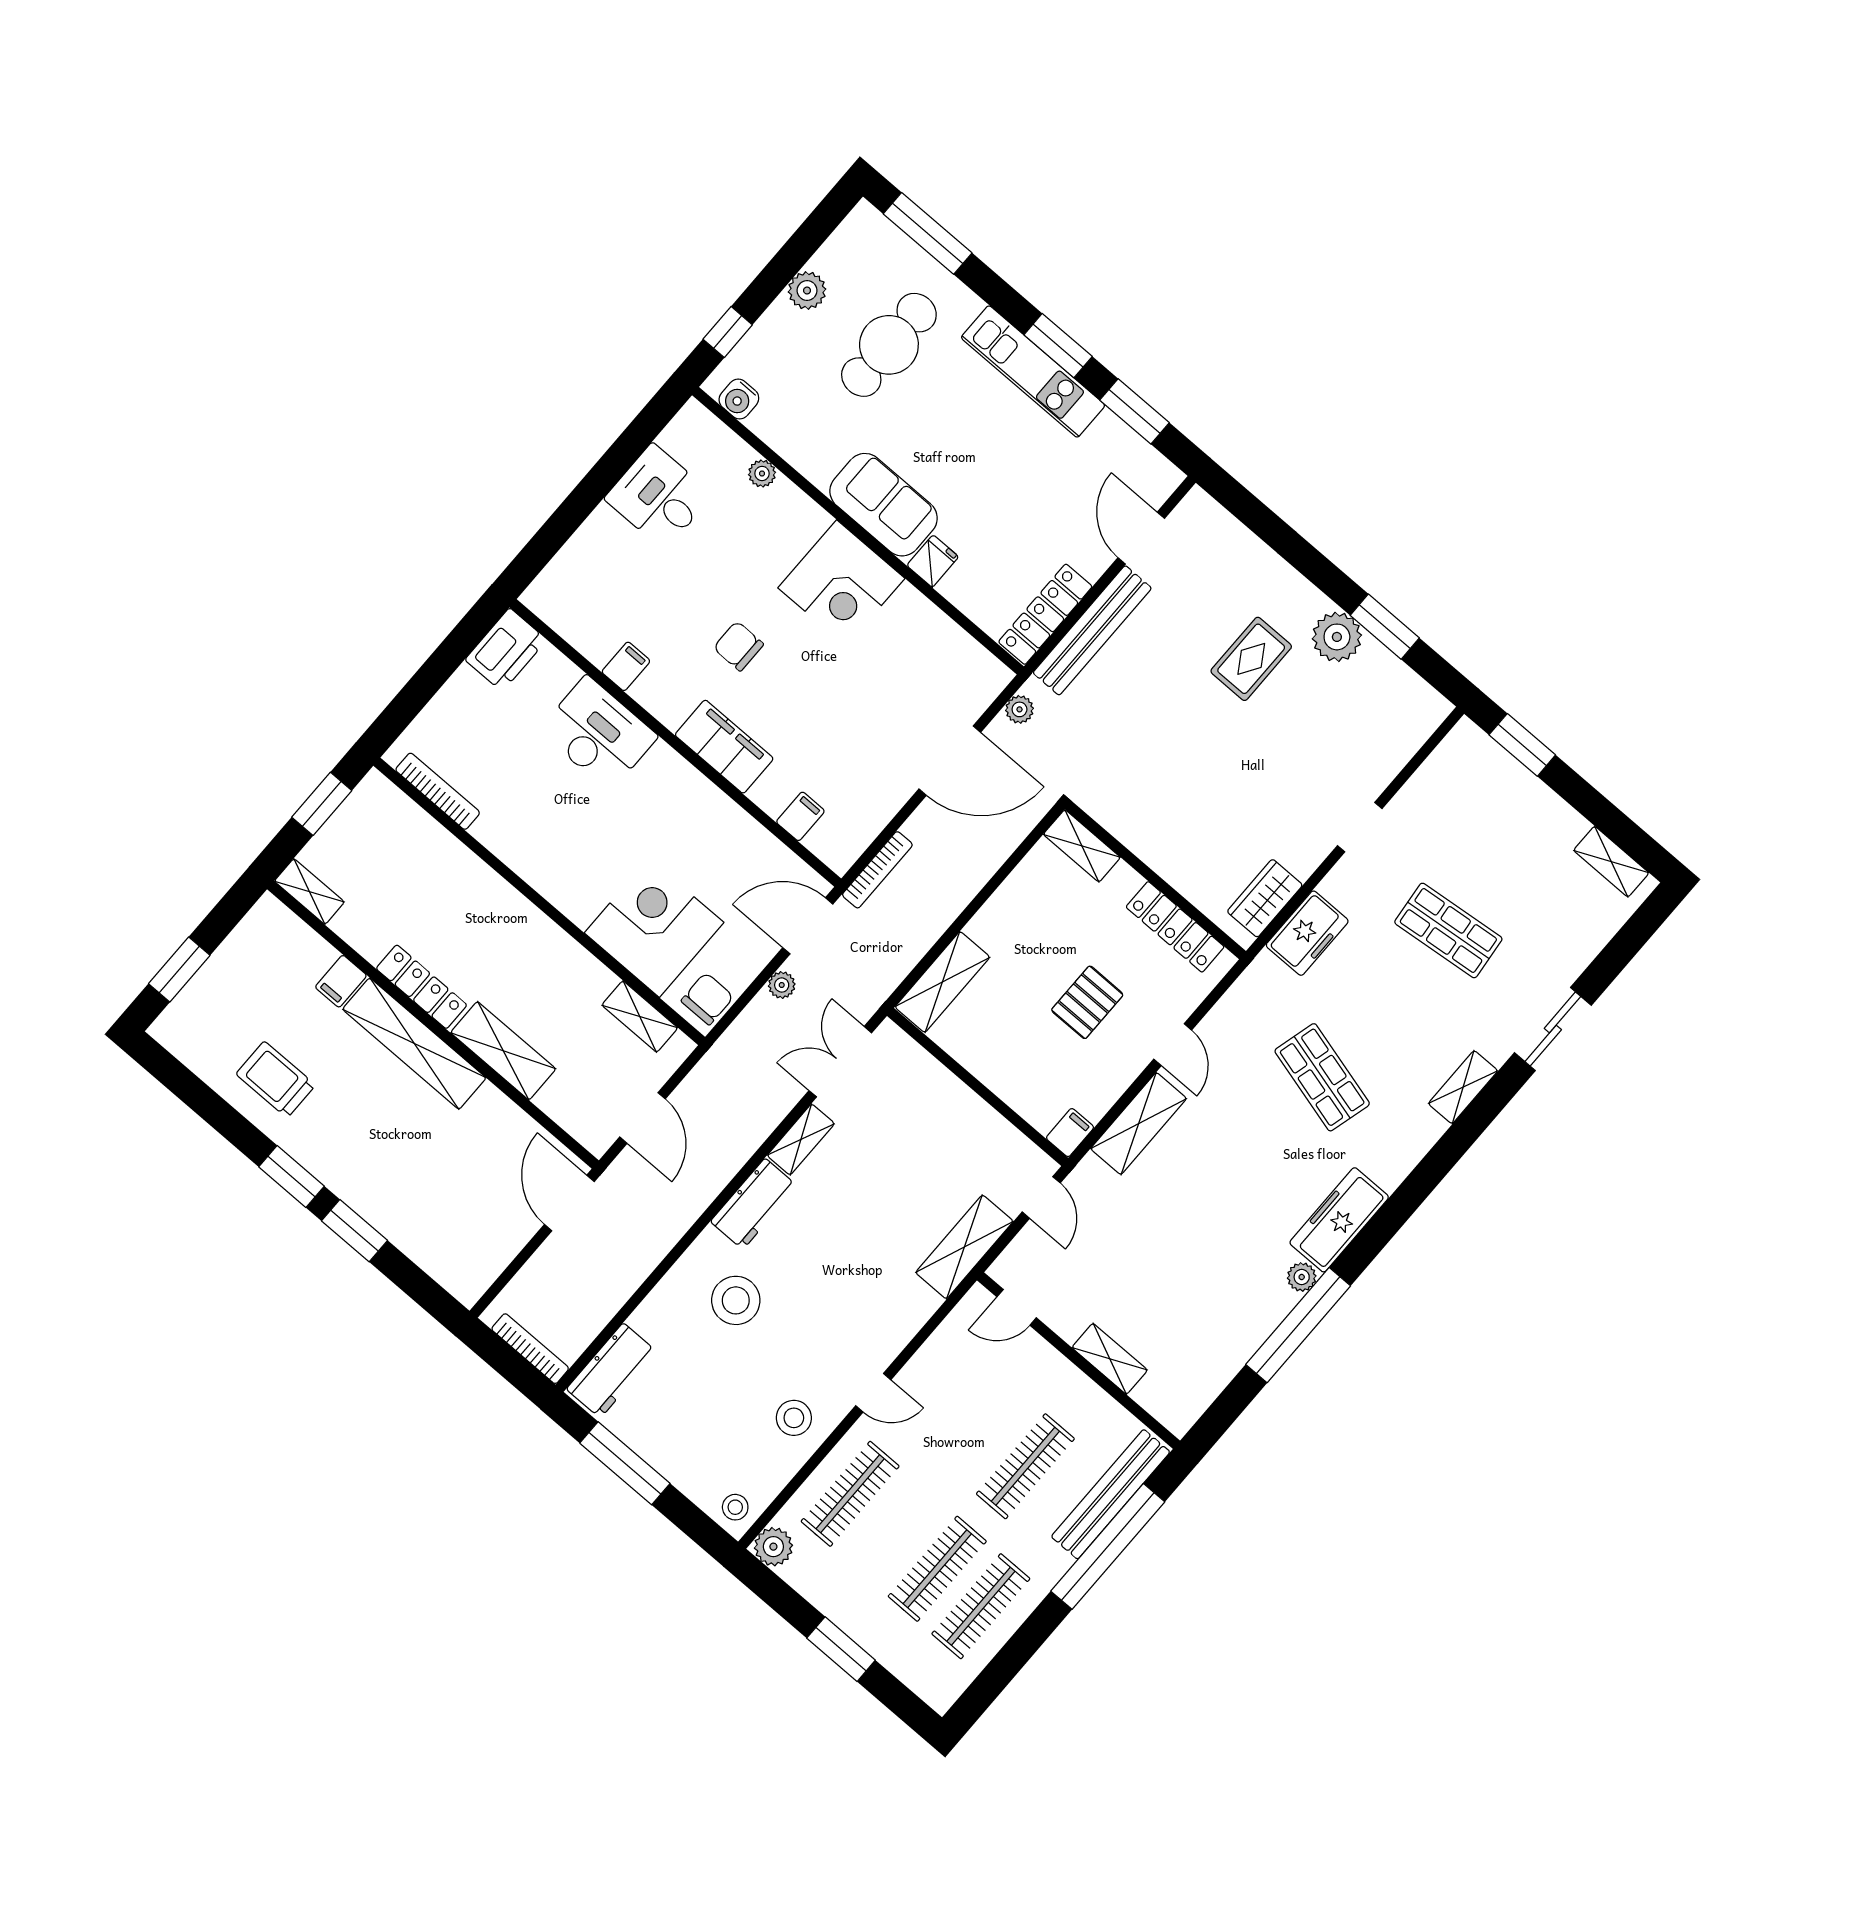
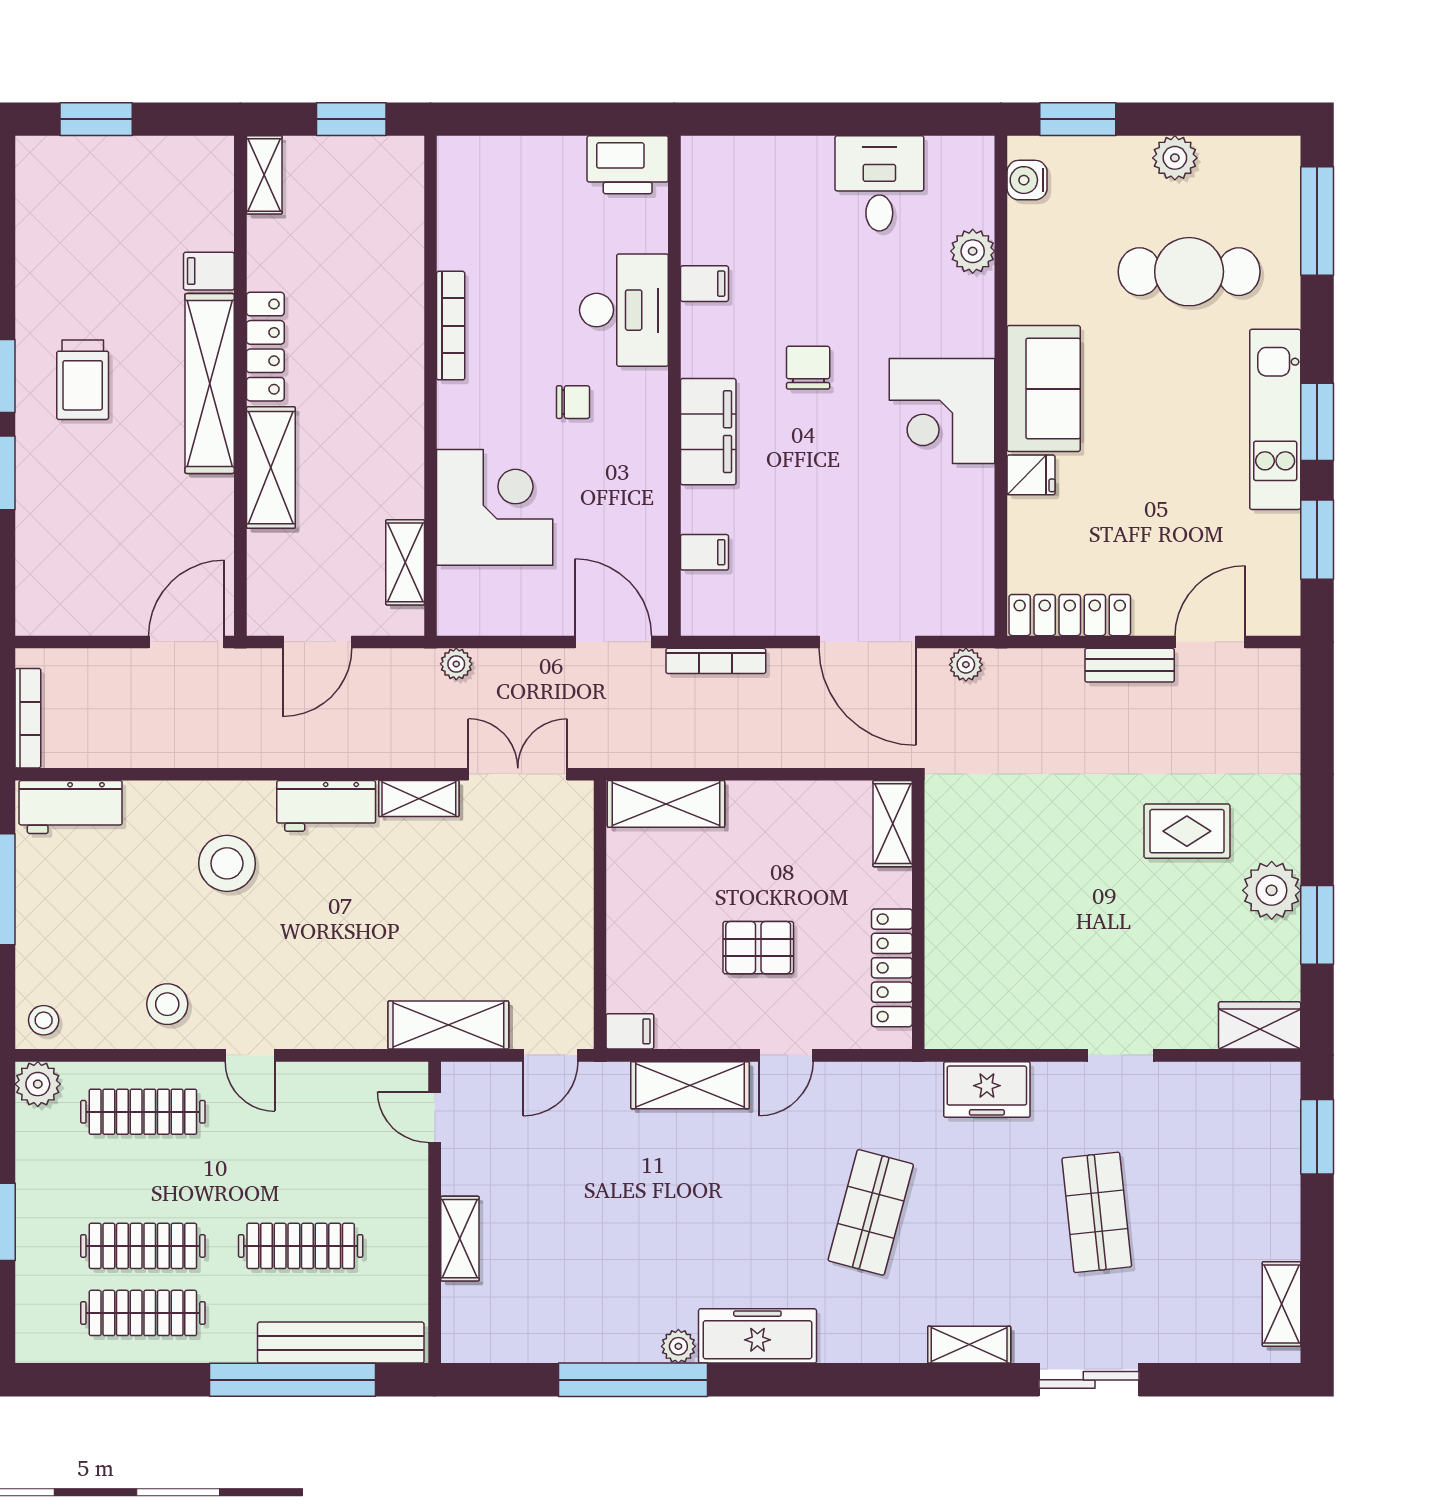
window: (728, 332) -> (1078, 119), width x1.50
plant: (762, 473) -> (973, 251), width x1.38, depth x1.38
bench: (1092, 630) -> (1130, 665), width x0.54, depth x0.82
bookcase: (438, 791) -> (451, 326), moved
wardrobe: (1265, 898) -> (1260, 1025), moved
plant: (782, 985) -> (456, 664), moved
chair: (707, 999) -> (573, 402), moved, width x0.73, depth x0.73
trolley: (276, 1080) -> (83, 380), moved, turned 180

